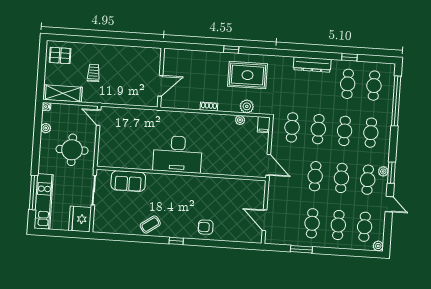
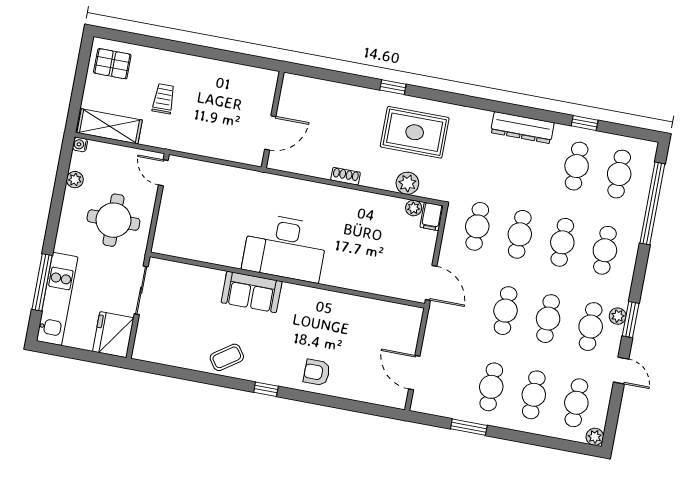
plant: (240, 120) -> (414, 208), moved
sofa: (128, 181) -> (252, 292), moved

